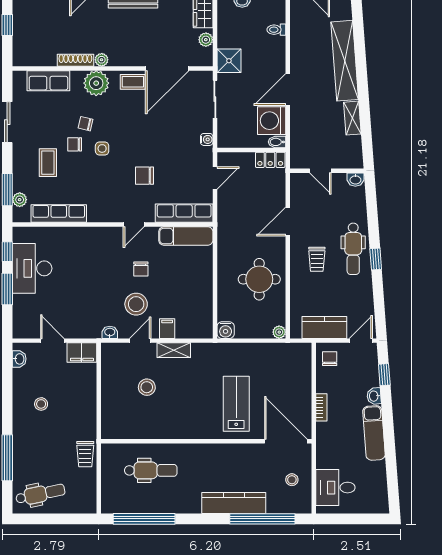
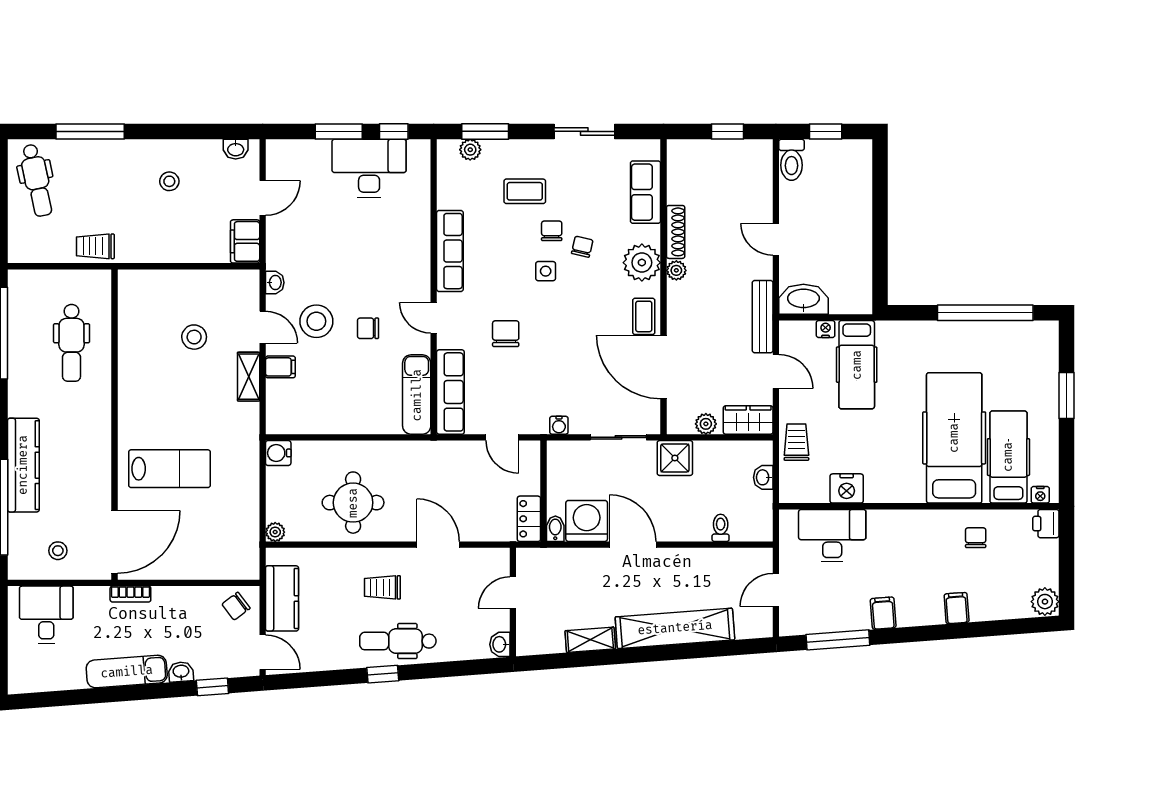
row of seats: (59, 213) -> (450, 251), moved
chair: (330, 359) -> (236, 606), turned 143
bookcase: (321, 407) -> (130, 594), moved

